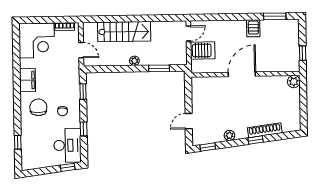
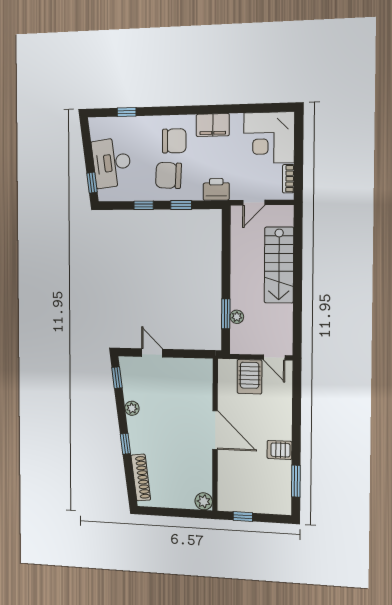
plant: (134, 61) -> (237, 317), moved
printer: (72, 77) -> (216, 189), added
window: (83, 92) -> (181, 205), moved
chair: (62, 111) -> (168, 175), width x1.87, depth x1.87
shoe rack: (265, 130) -> (141, 478), moved
desk: (67, 145) -> (112, 163), moved, turned 83

